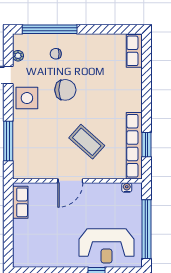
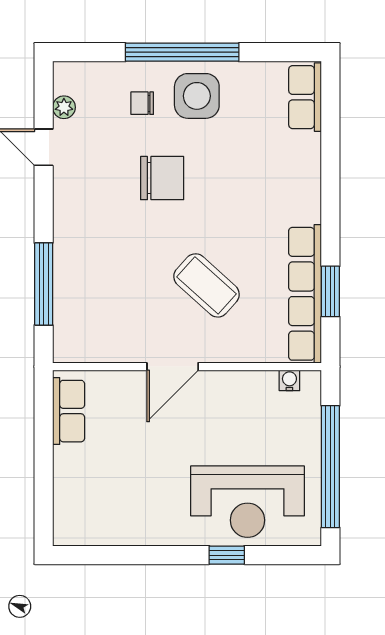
window: (50, 29) -> (182, 52), moved
side table: (27, 98) -> (197, 96), moved

